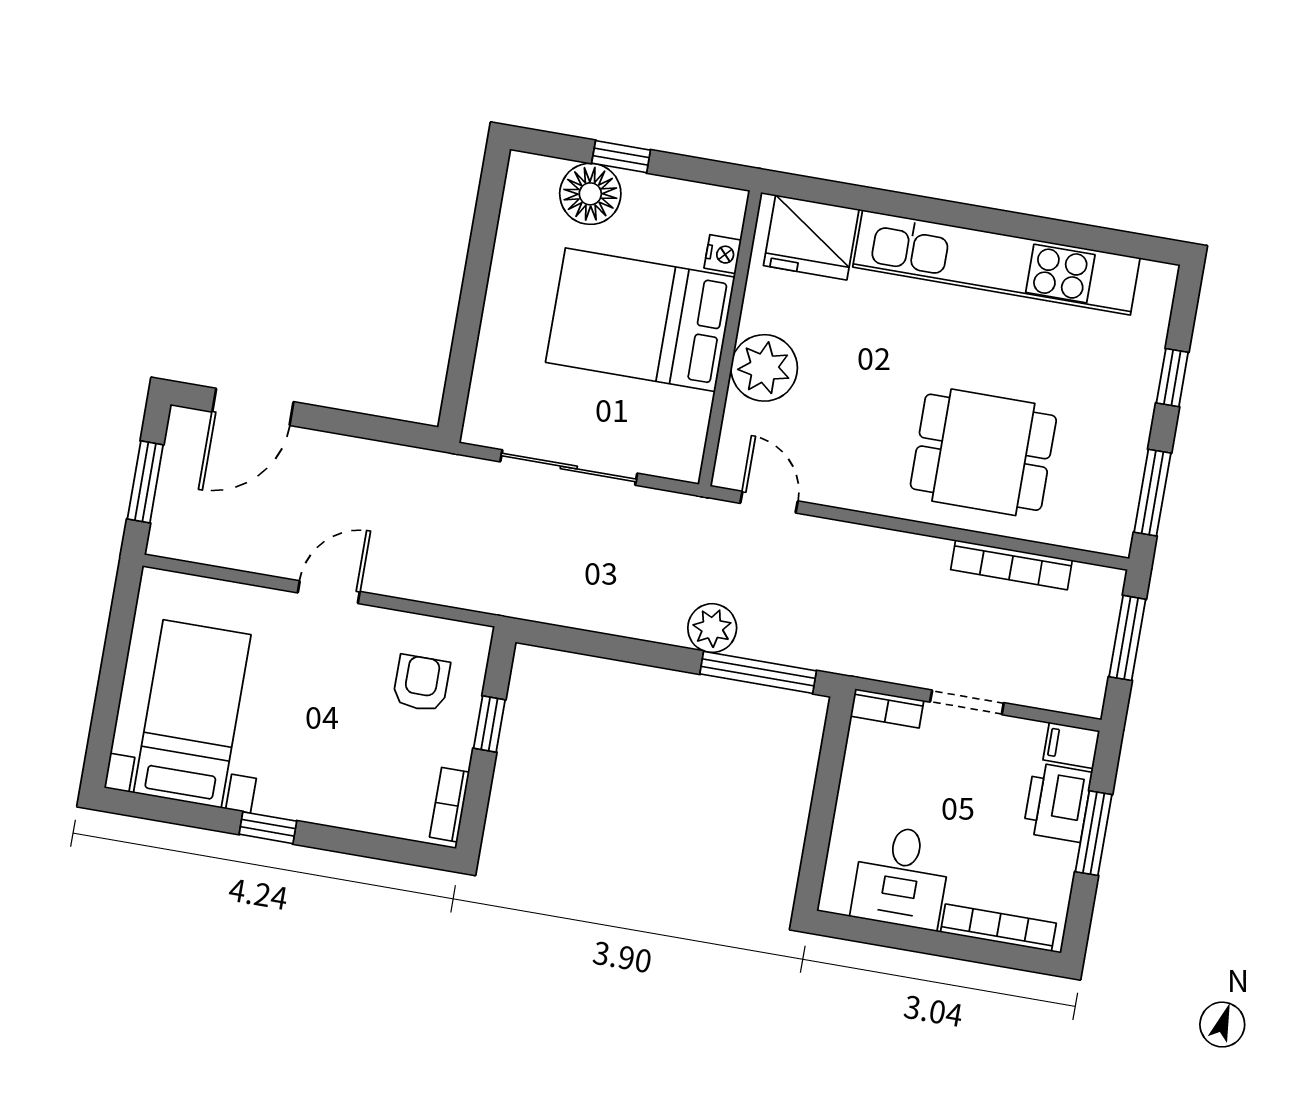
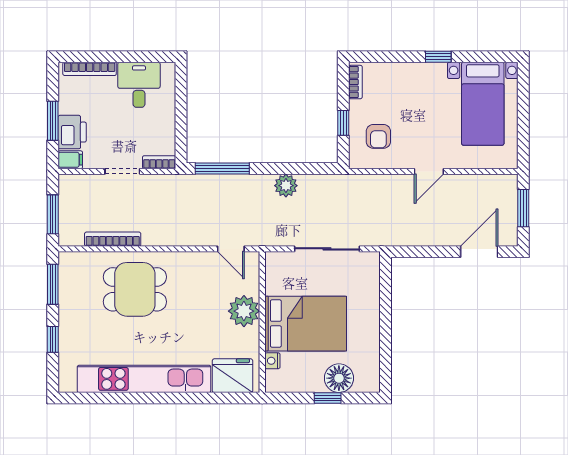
plant: (712, 628) -> (286, 186), moved

